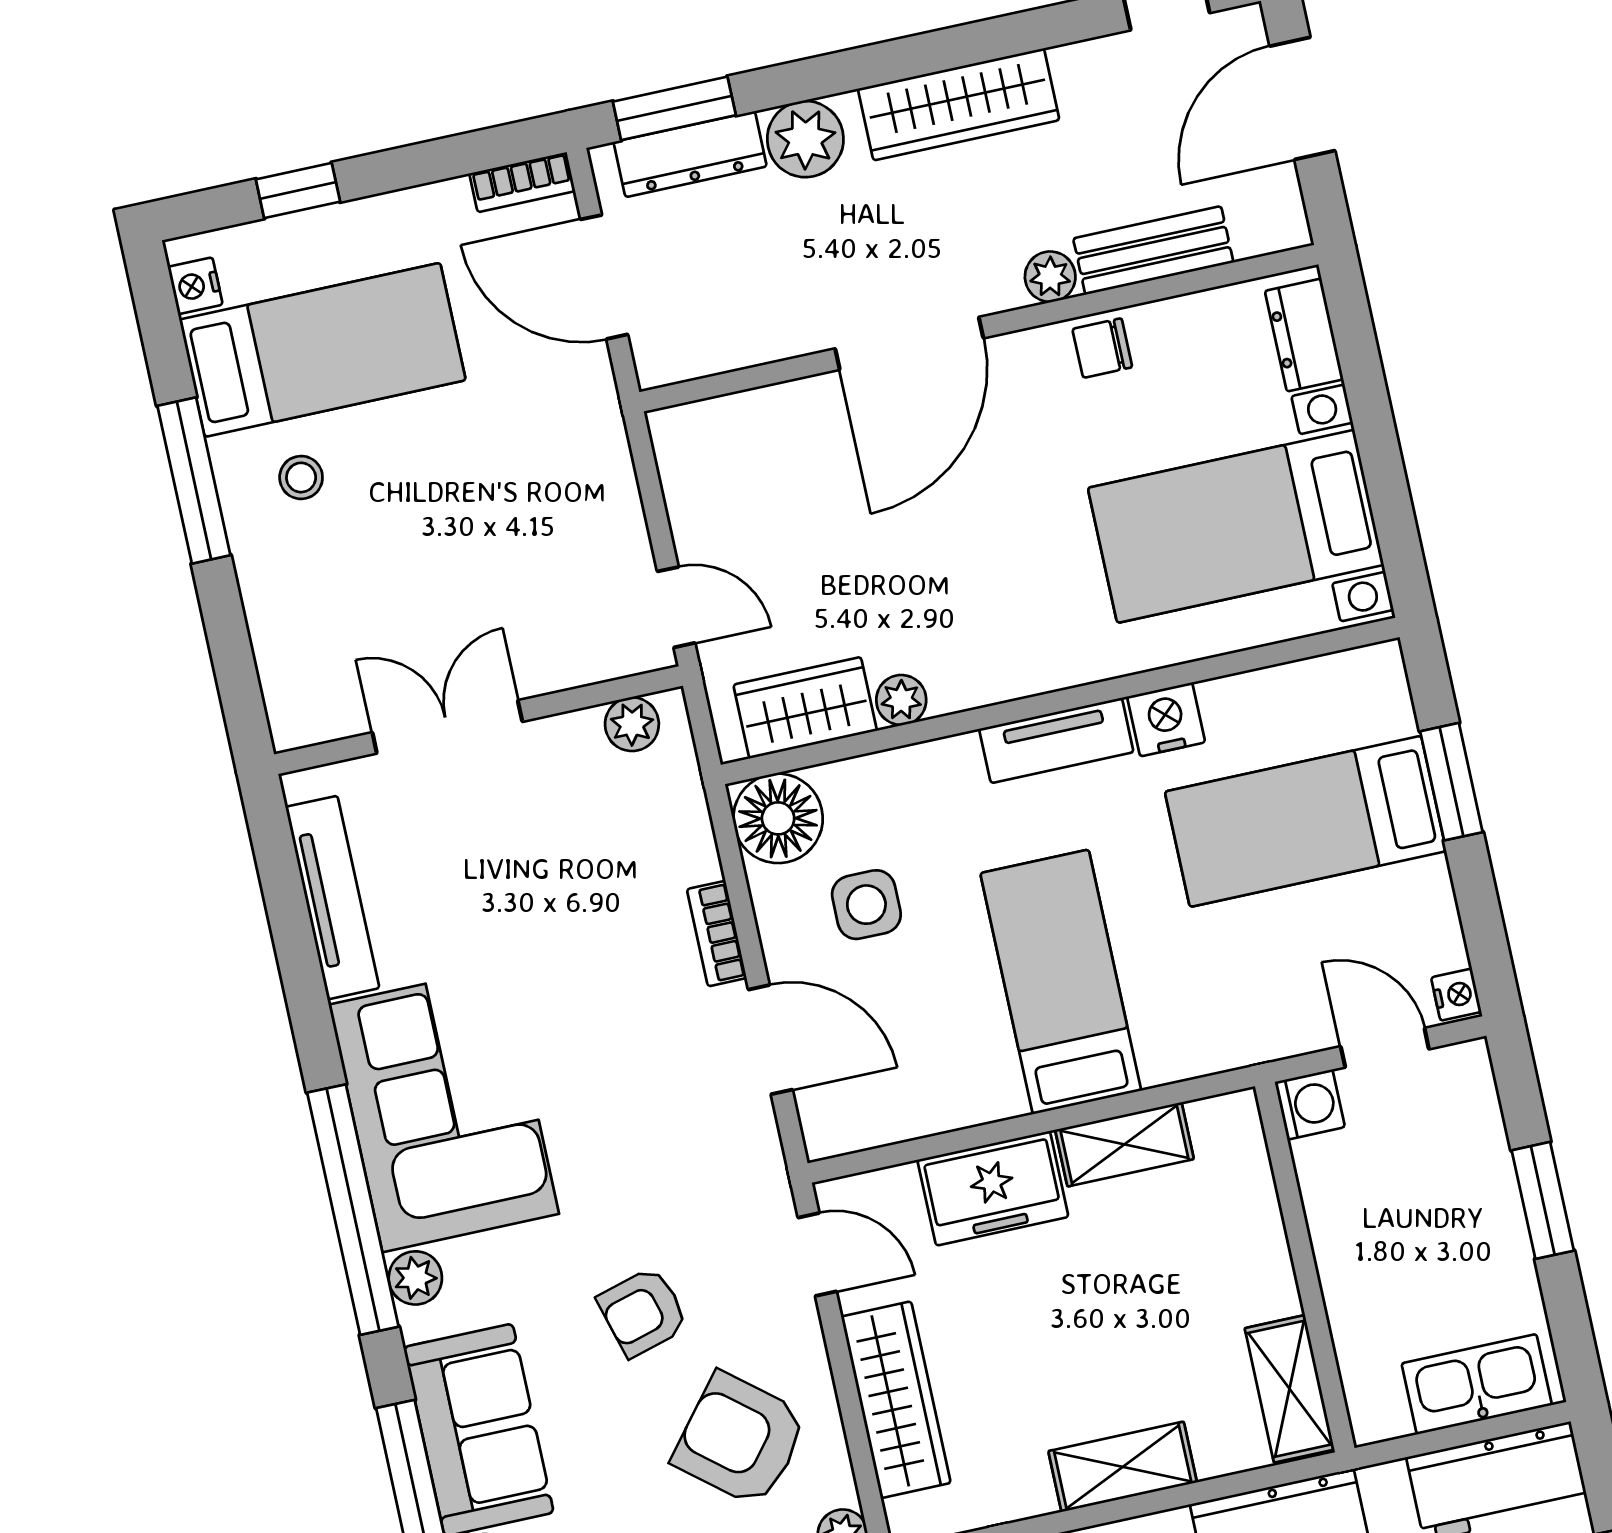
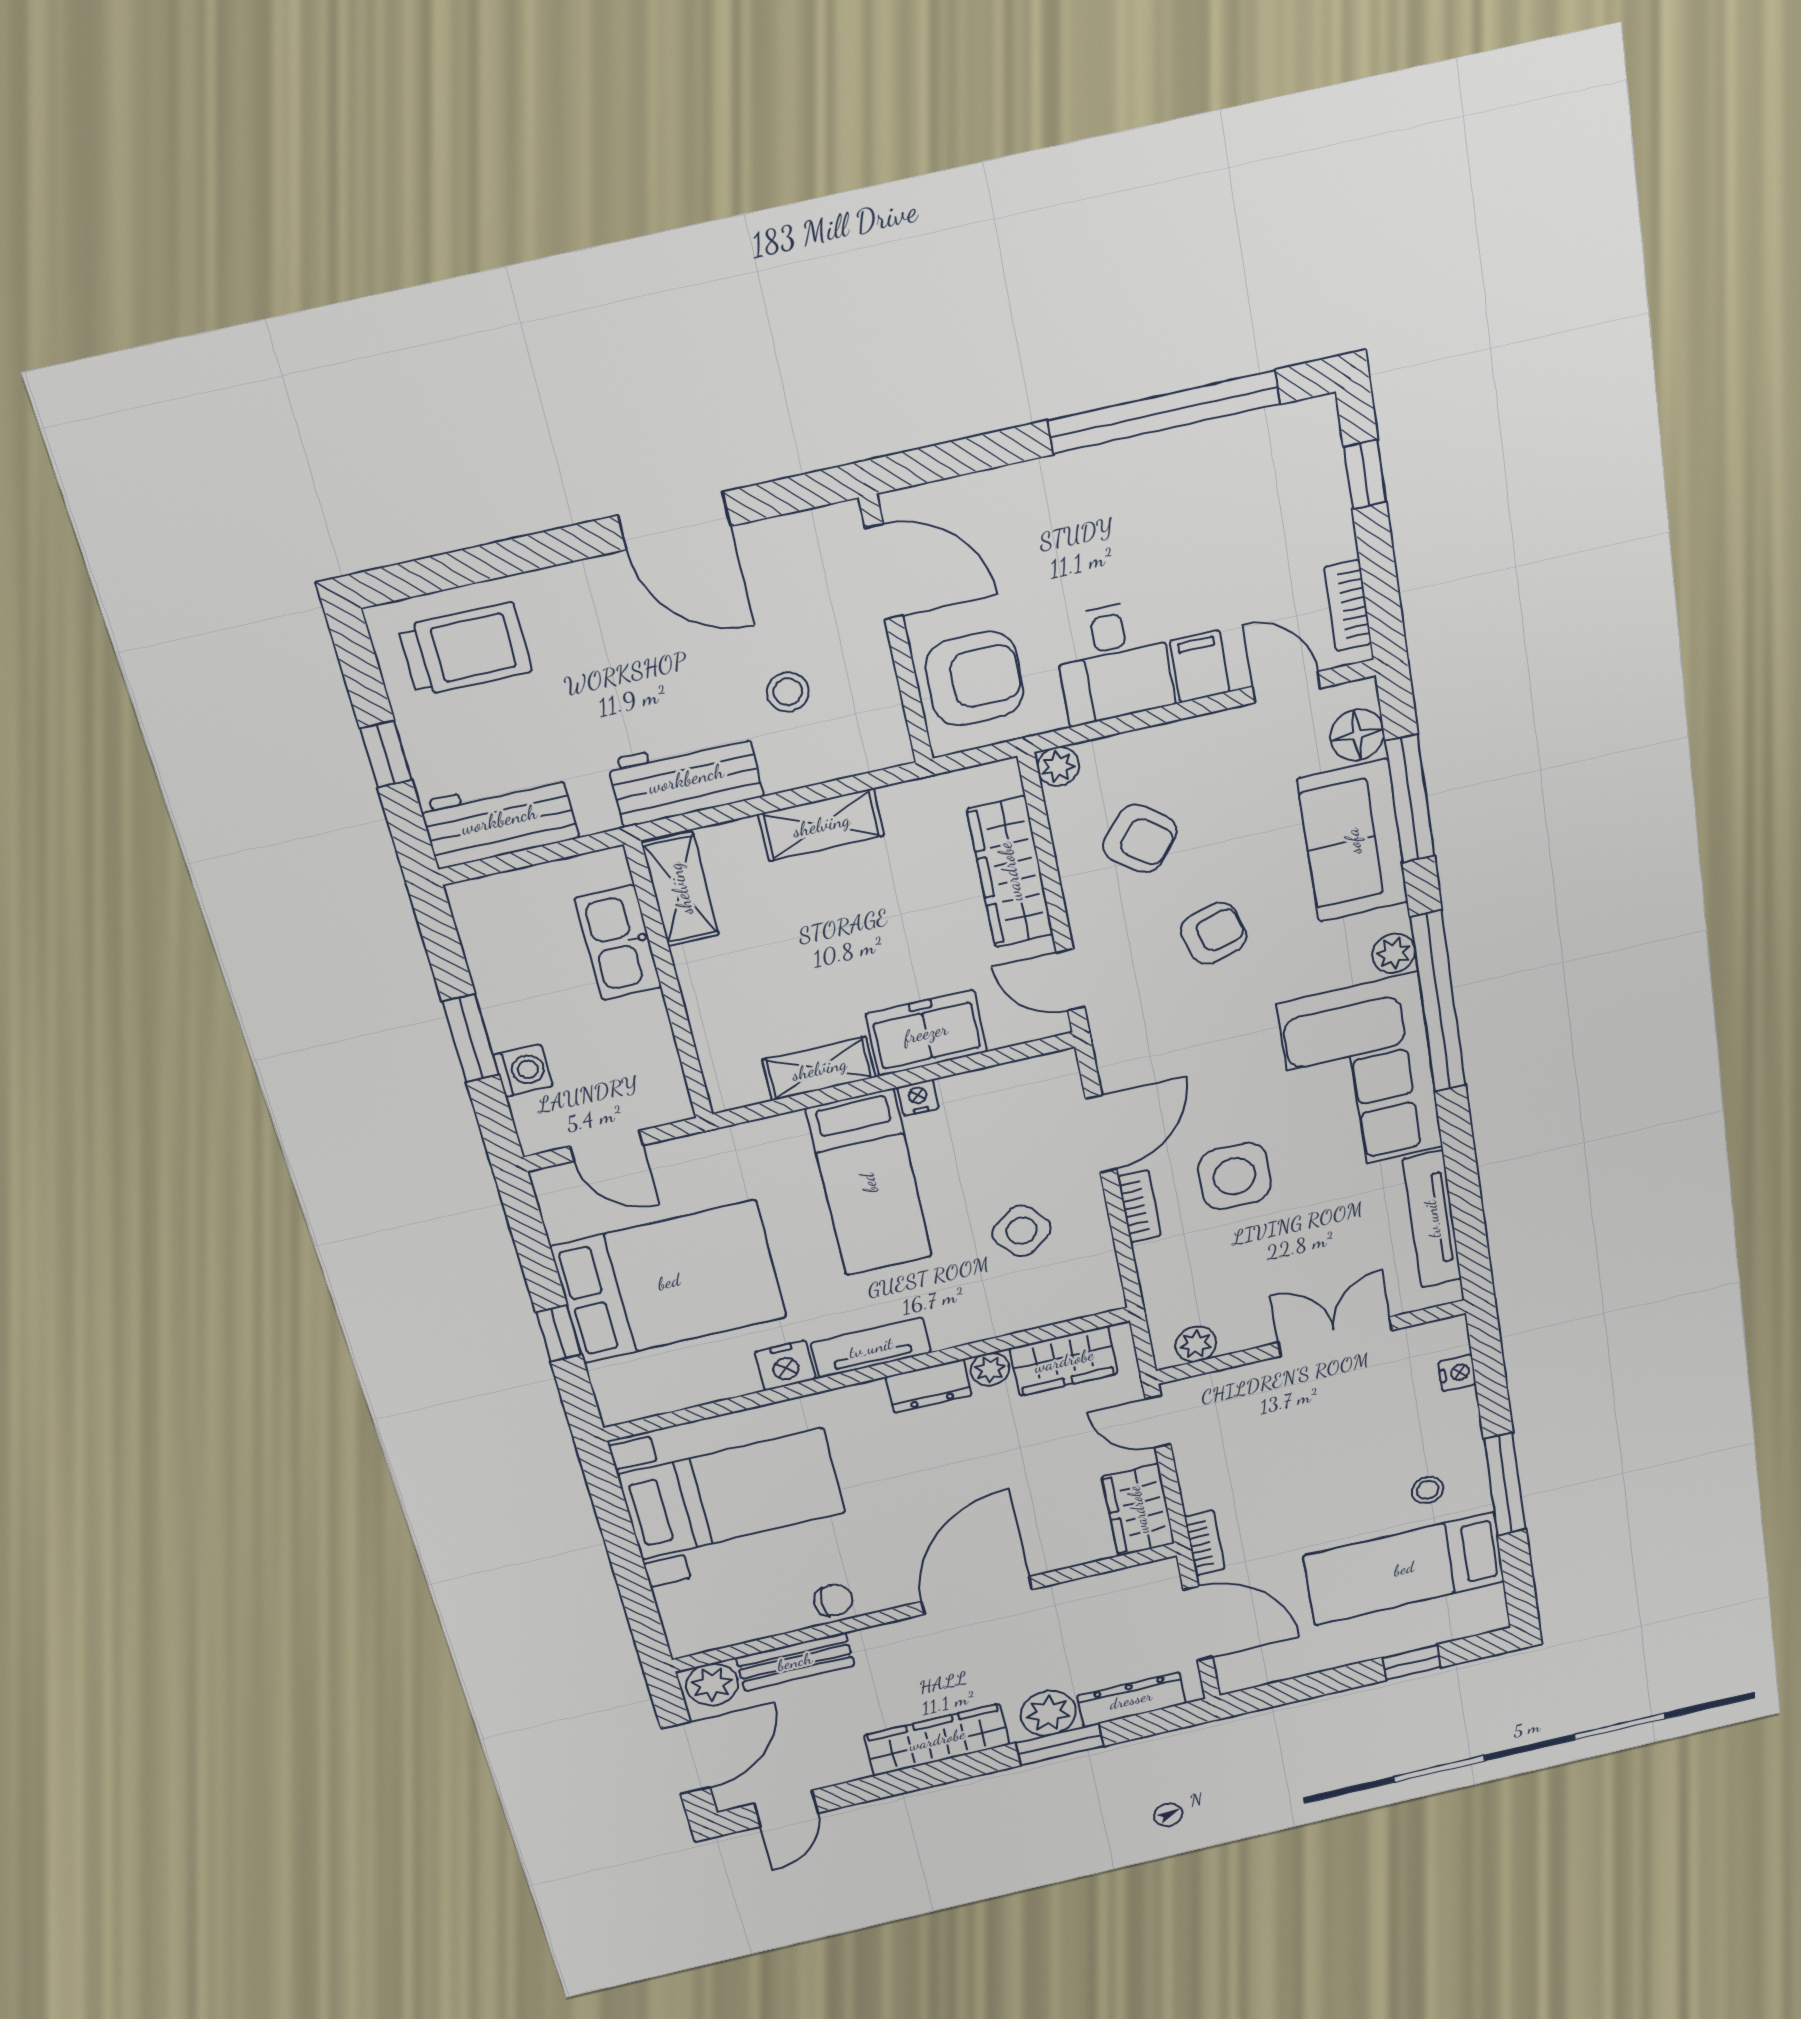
window: (674, 108) -> (1060, 1745), moved
bookcase: (522, 182) -> (1205, 1543), moved, turned 90
plant: (1050, 277) -> (712, 1684), moved, width x1.38, depth x1.38
nightstand: (195, 286) -> (1457, 1373), moved
dresser: (1304, 335) -> (929, 1386), moved, turned 90
wardrobe: (696, 468) -> (1138, 1510), added
double door: (447, 727) -> (1335, 1336), swing flipped
window: (1451, 782) -> (559, 1333), width x0.67
floor lamp: (778, 818) -> (1088, 1287), removed
bed: (1305, 821) -> (669, 1282), width x1.50
side table: (866, 905) -> (1022, 1231), turned -38
side table: (596, 972) -> (1235, 1176), added
nightstand: (1456, 995) -> (918, 1098), moved, turned 90
door: (770, 1040) -> (1101, 1134), swing flipped
washing machine: (1310, 1104) -> (523, 1071), moved, turned 180
kitchen sink: (1477, 1384) -> (618, 943), moved, turned 90
armchair: (740, 1439) -> (1140, 839), width x0.72, depth x0.72

